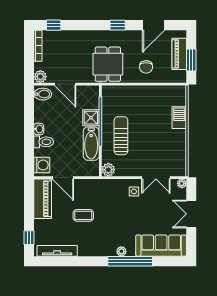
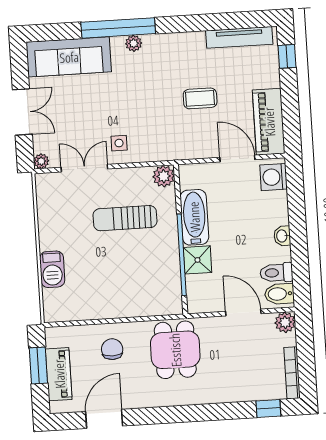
window: (118, 25) -> (163, 415), removed
sun lounger: (121, 136) -> (125, 218), moved, turned 90
toilet: (44, 142) -> (276, 273), moved

